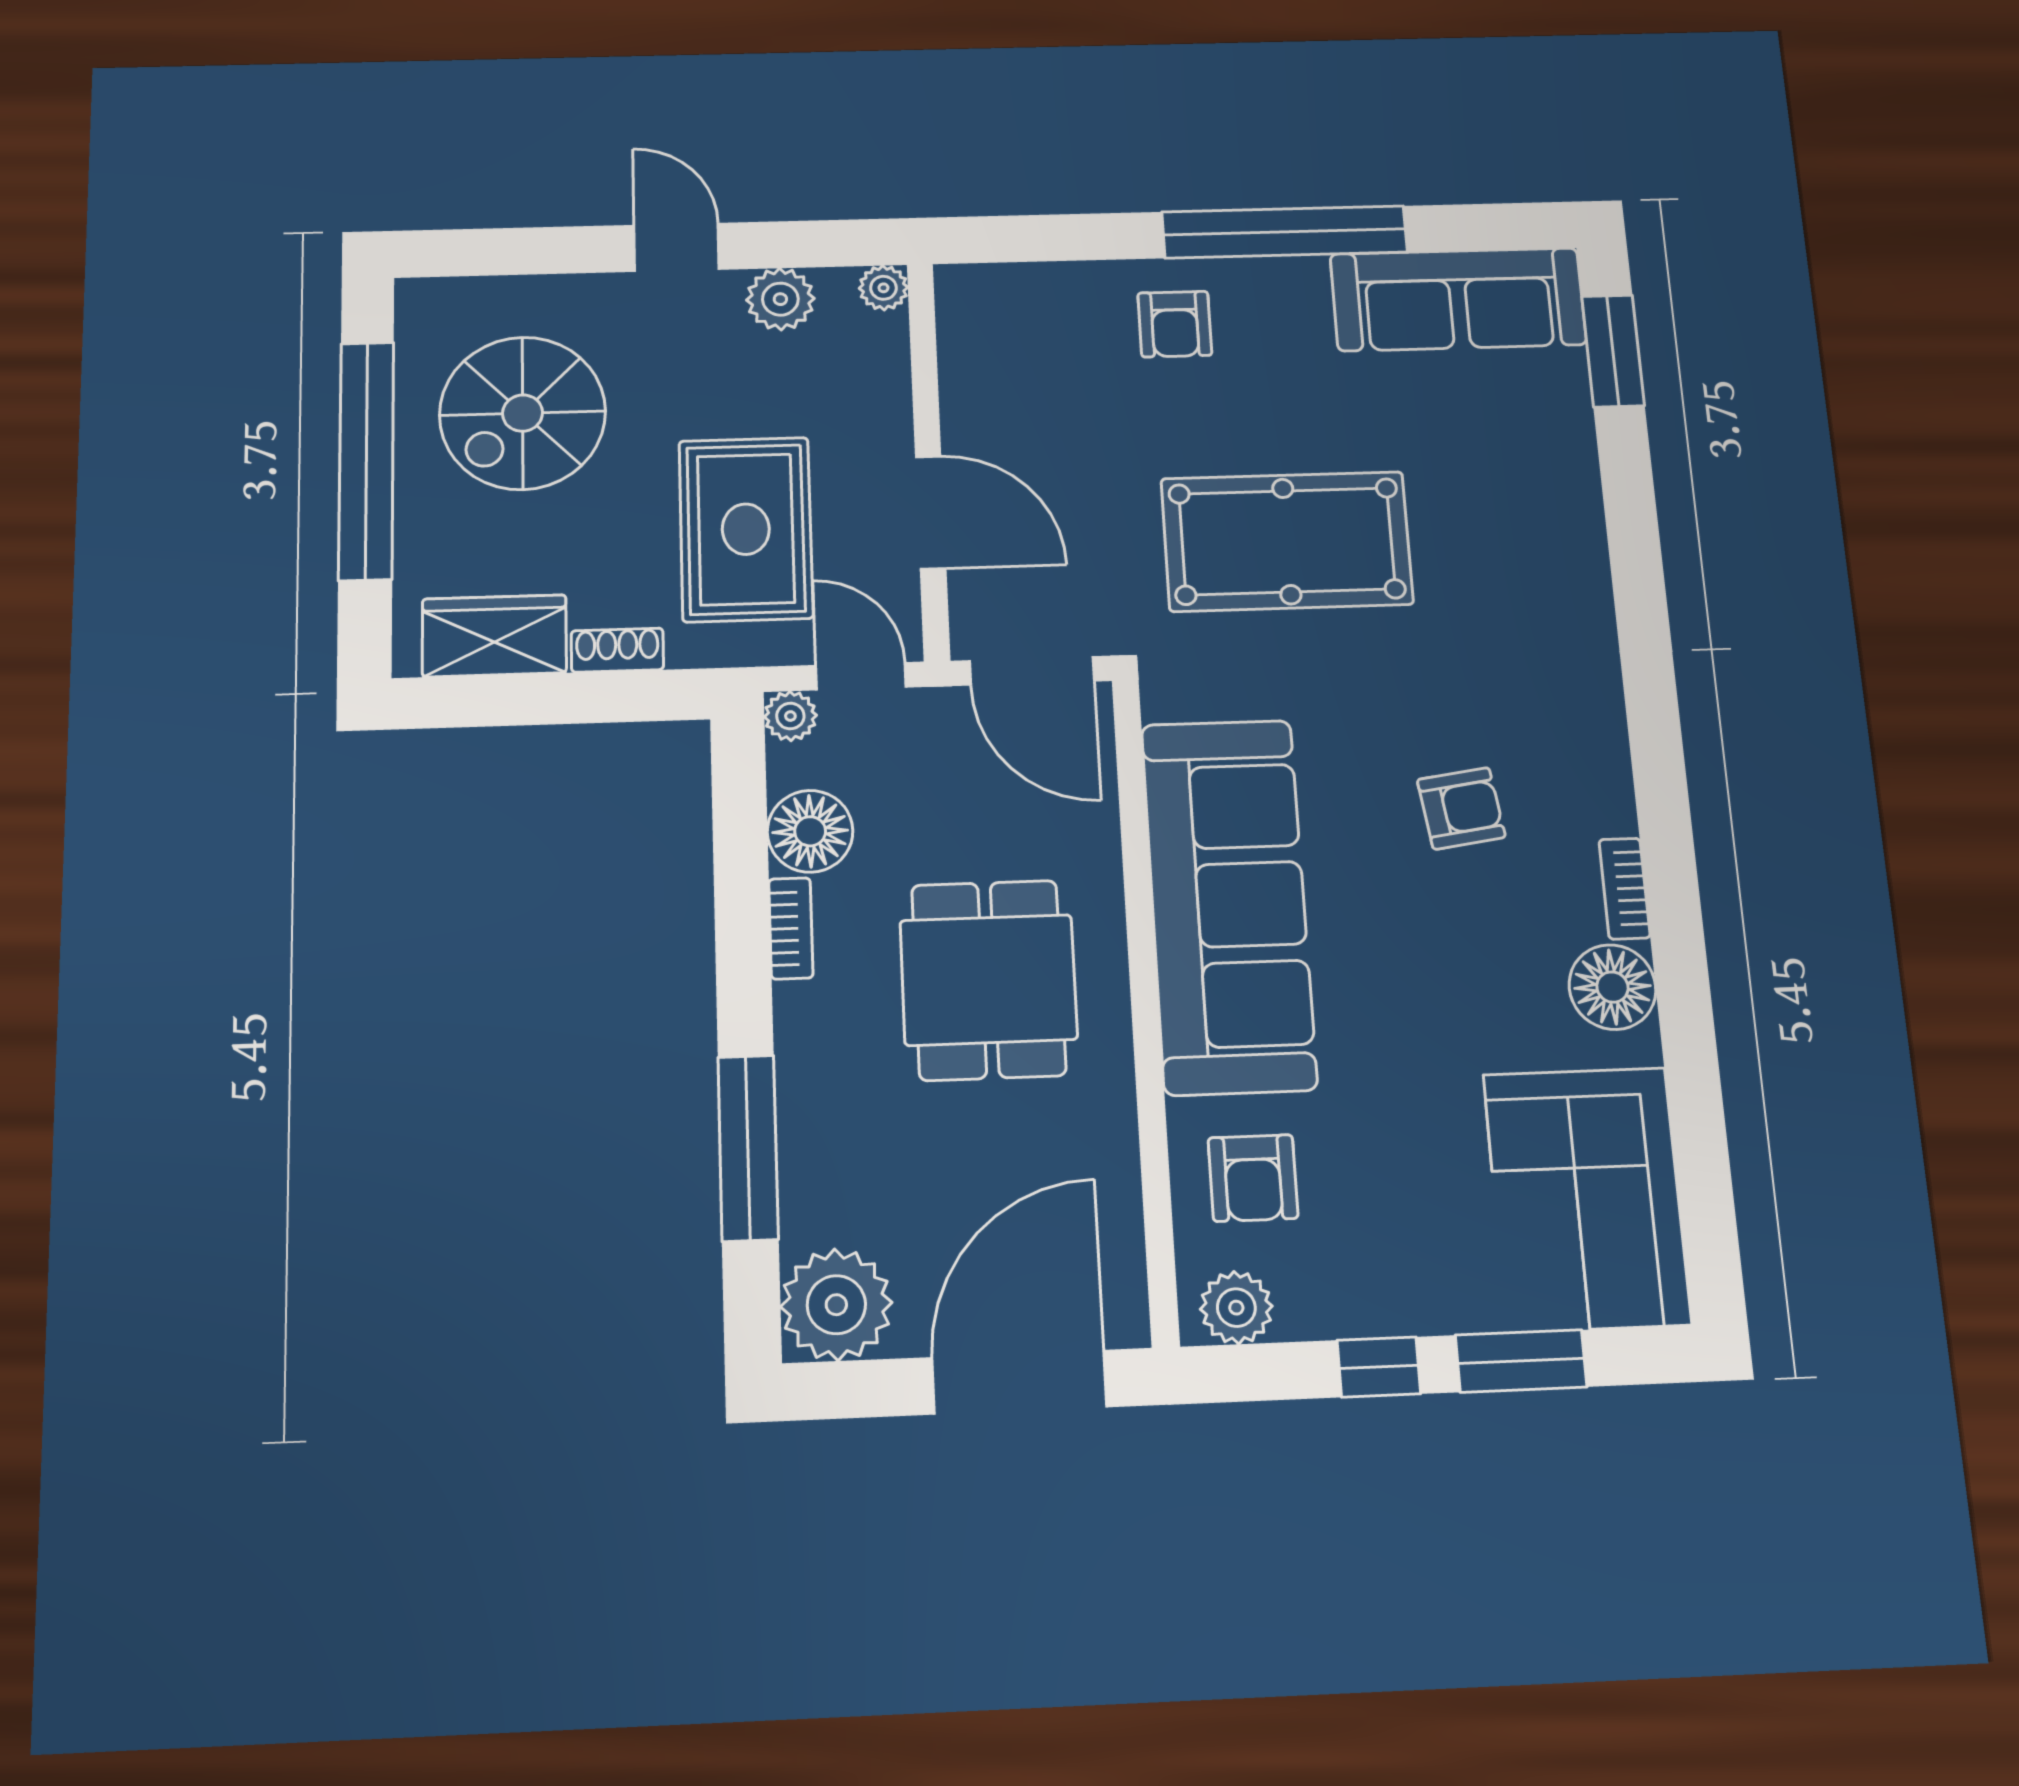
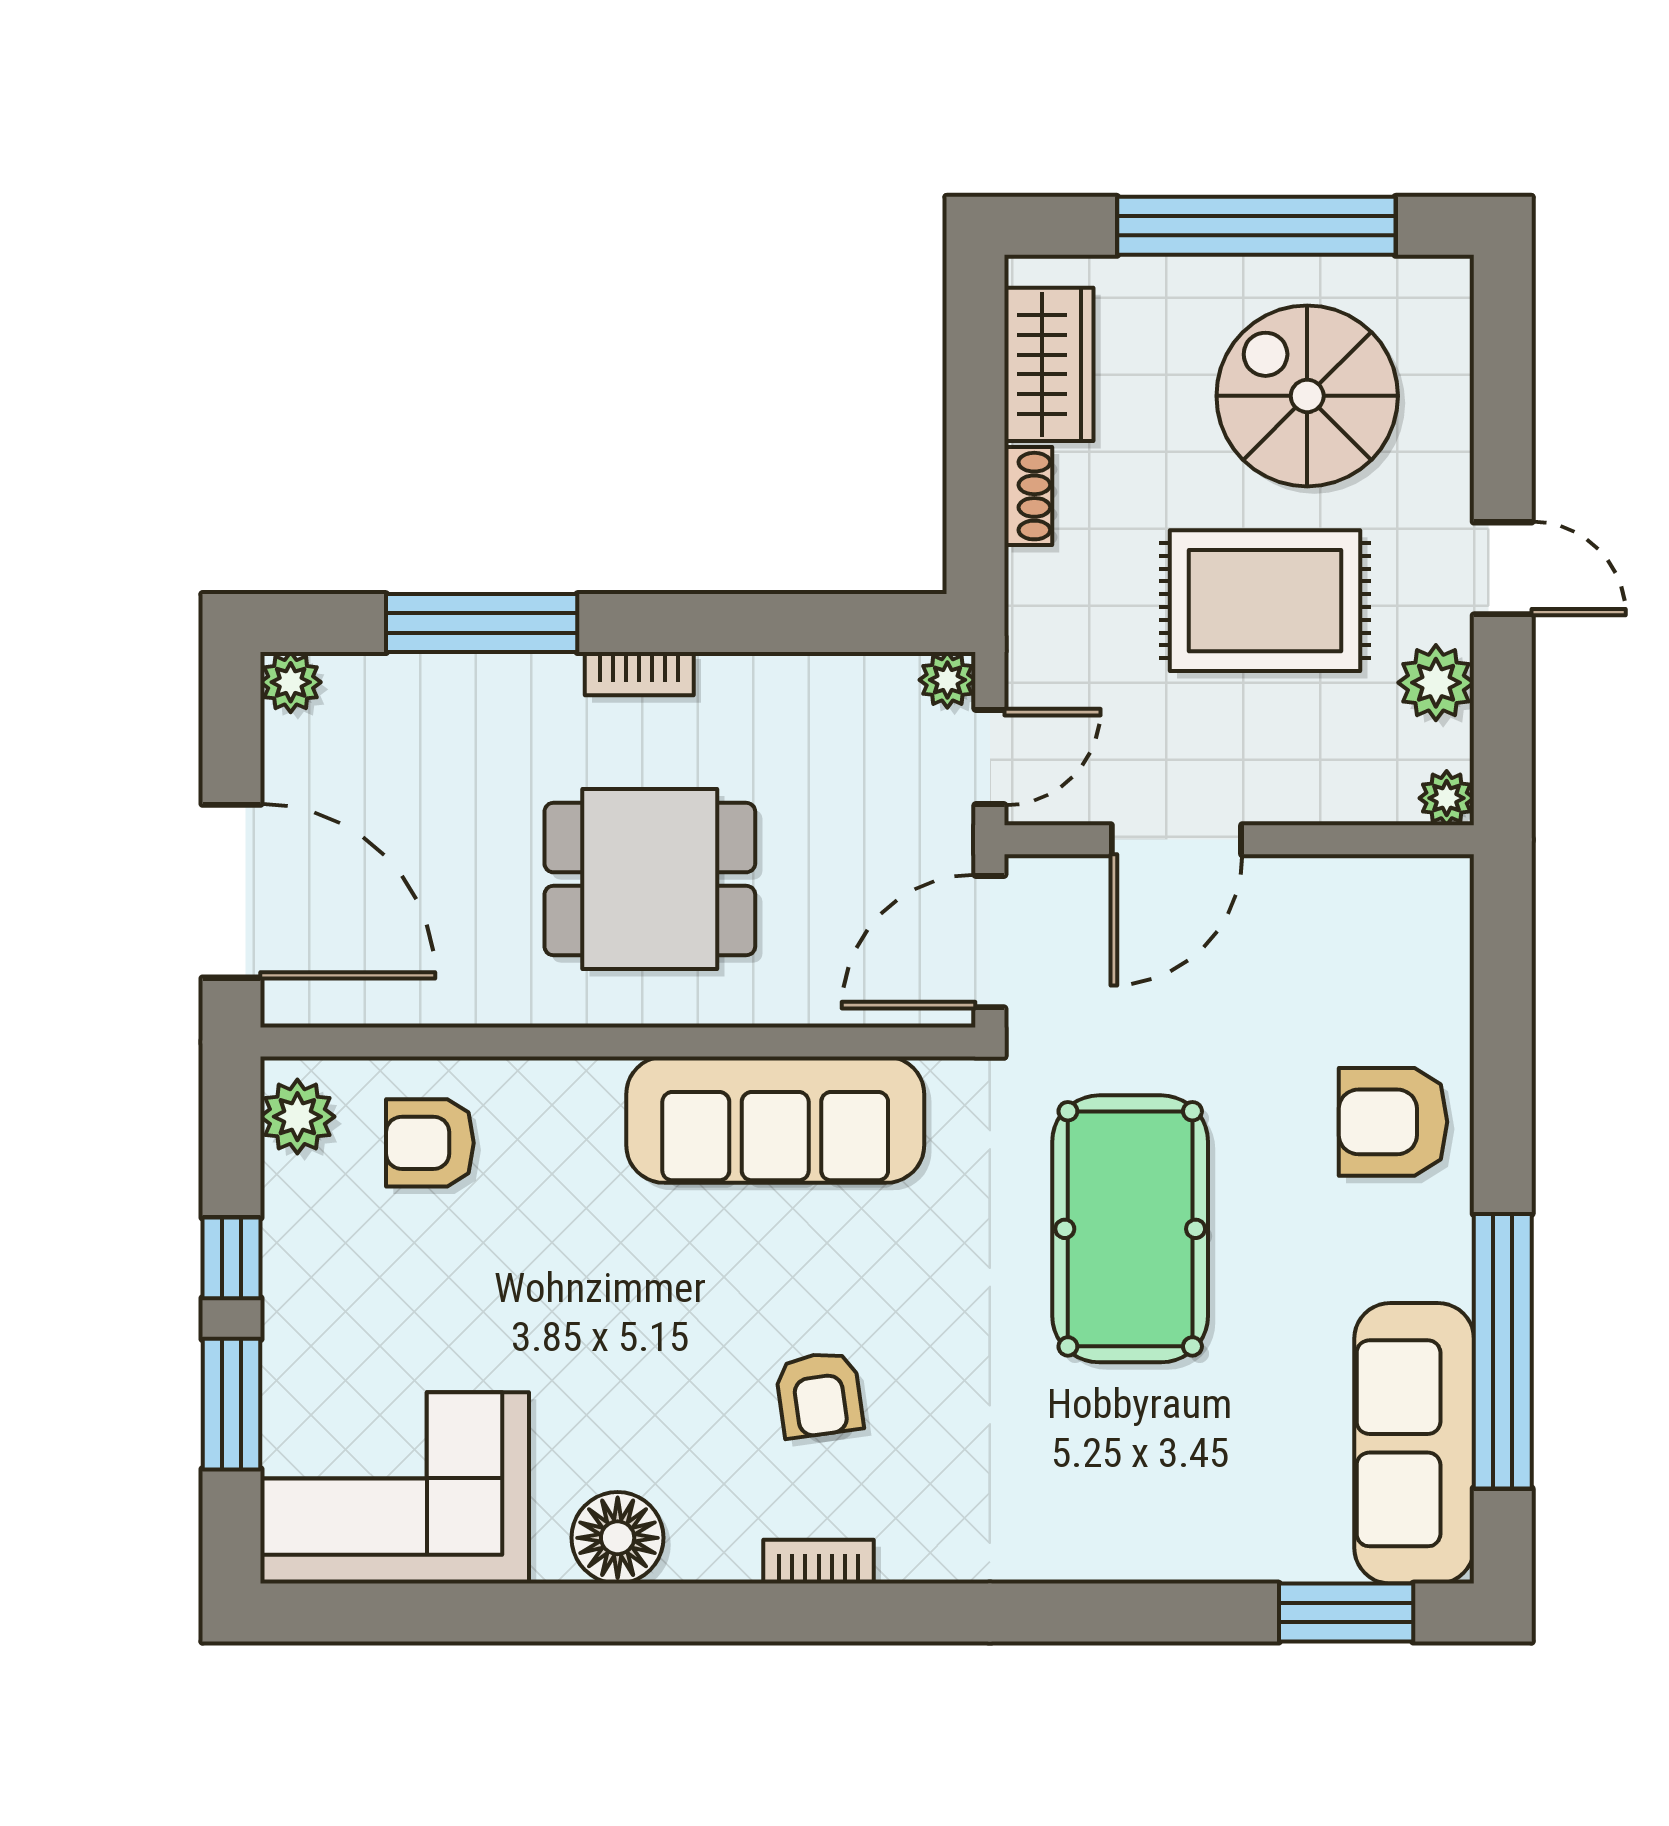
window: (1285, 232) -> (1503, 1351), moved
door: (677, 247) -> (1503, 568), hinge flipped
armchair: (1175, 324) -> (1393, 1122), width x1.38, depth x1.38
rug: (746, 529) -> (1265, 601), moved
floor lamp: (810, 831) -> (818, 697), removed
bookcase: (1625, 889) -> (819, 1562), moved
sofa: (1228, 905) -> (775, 1120), width x0.74, depth x0.79
bookcase: (791, 928) -> (639, 674), moved
plant: (836, 1305) -> (291, 682), width x0.53, depth x0.53

